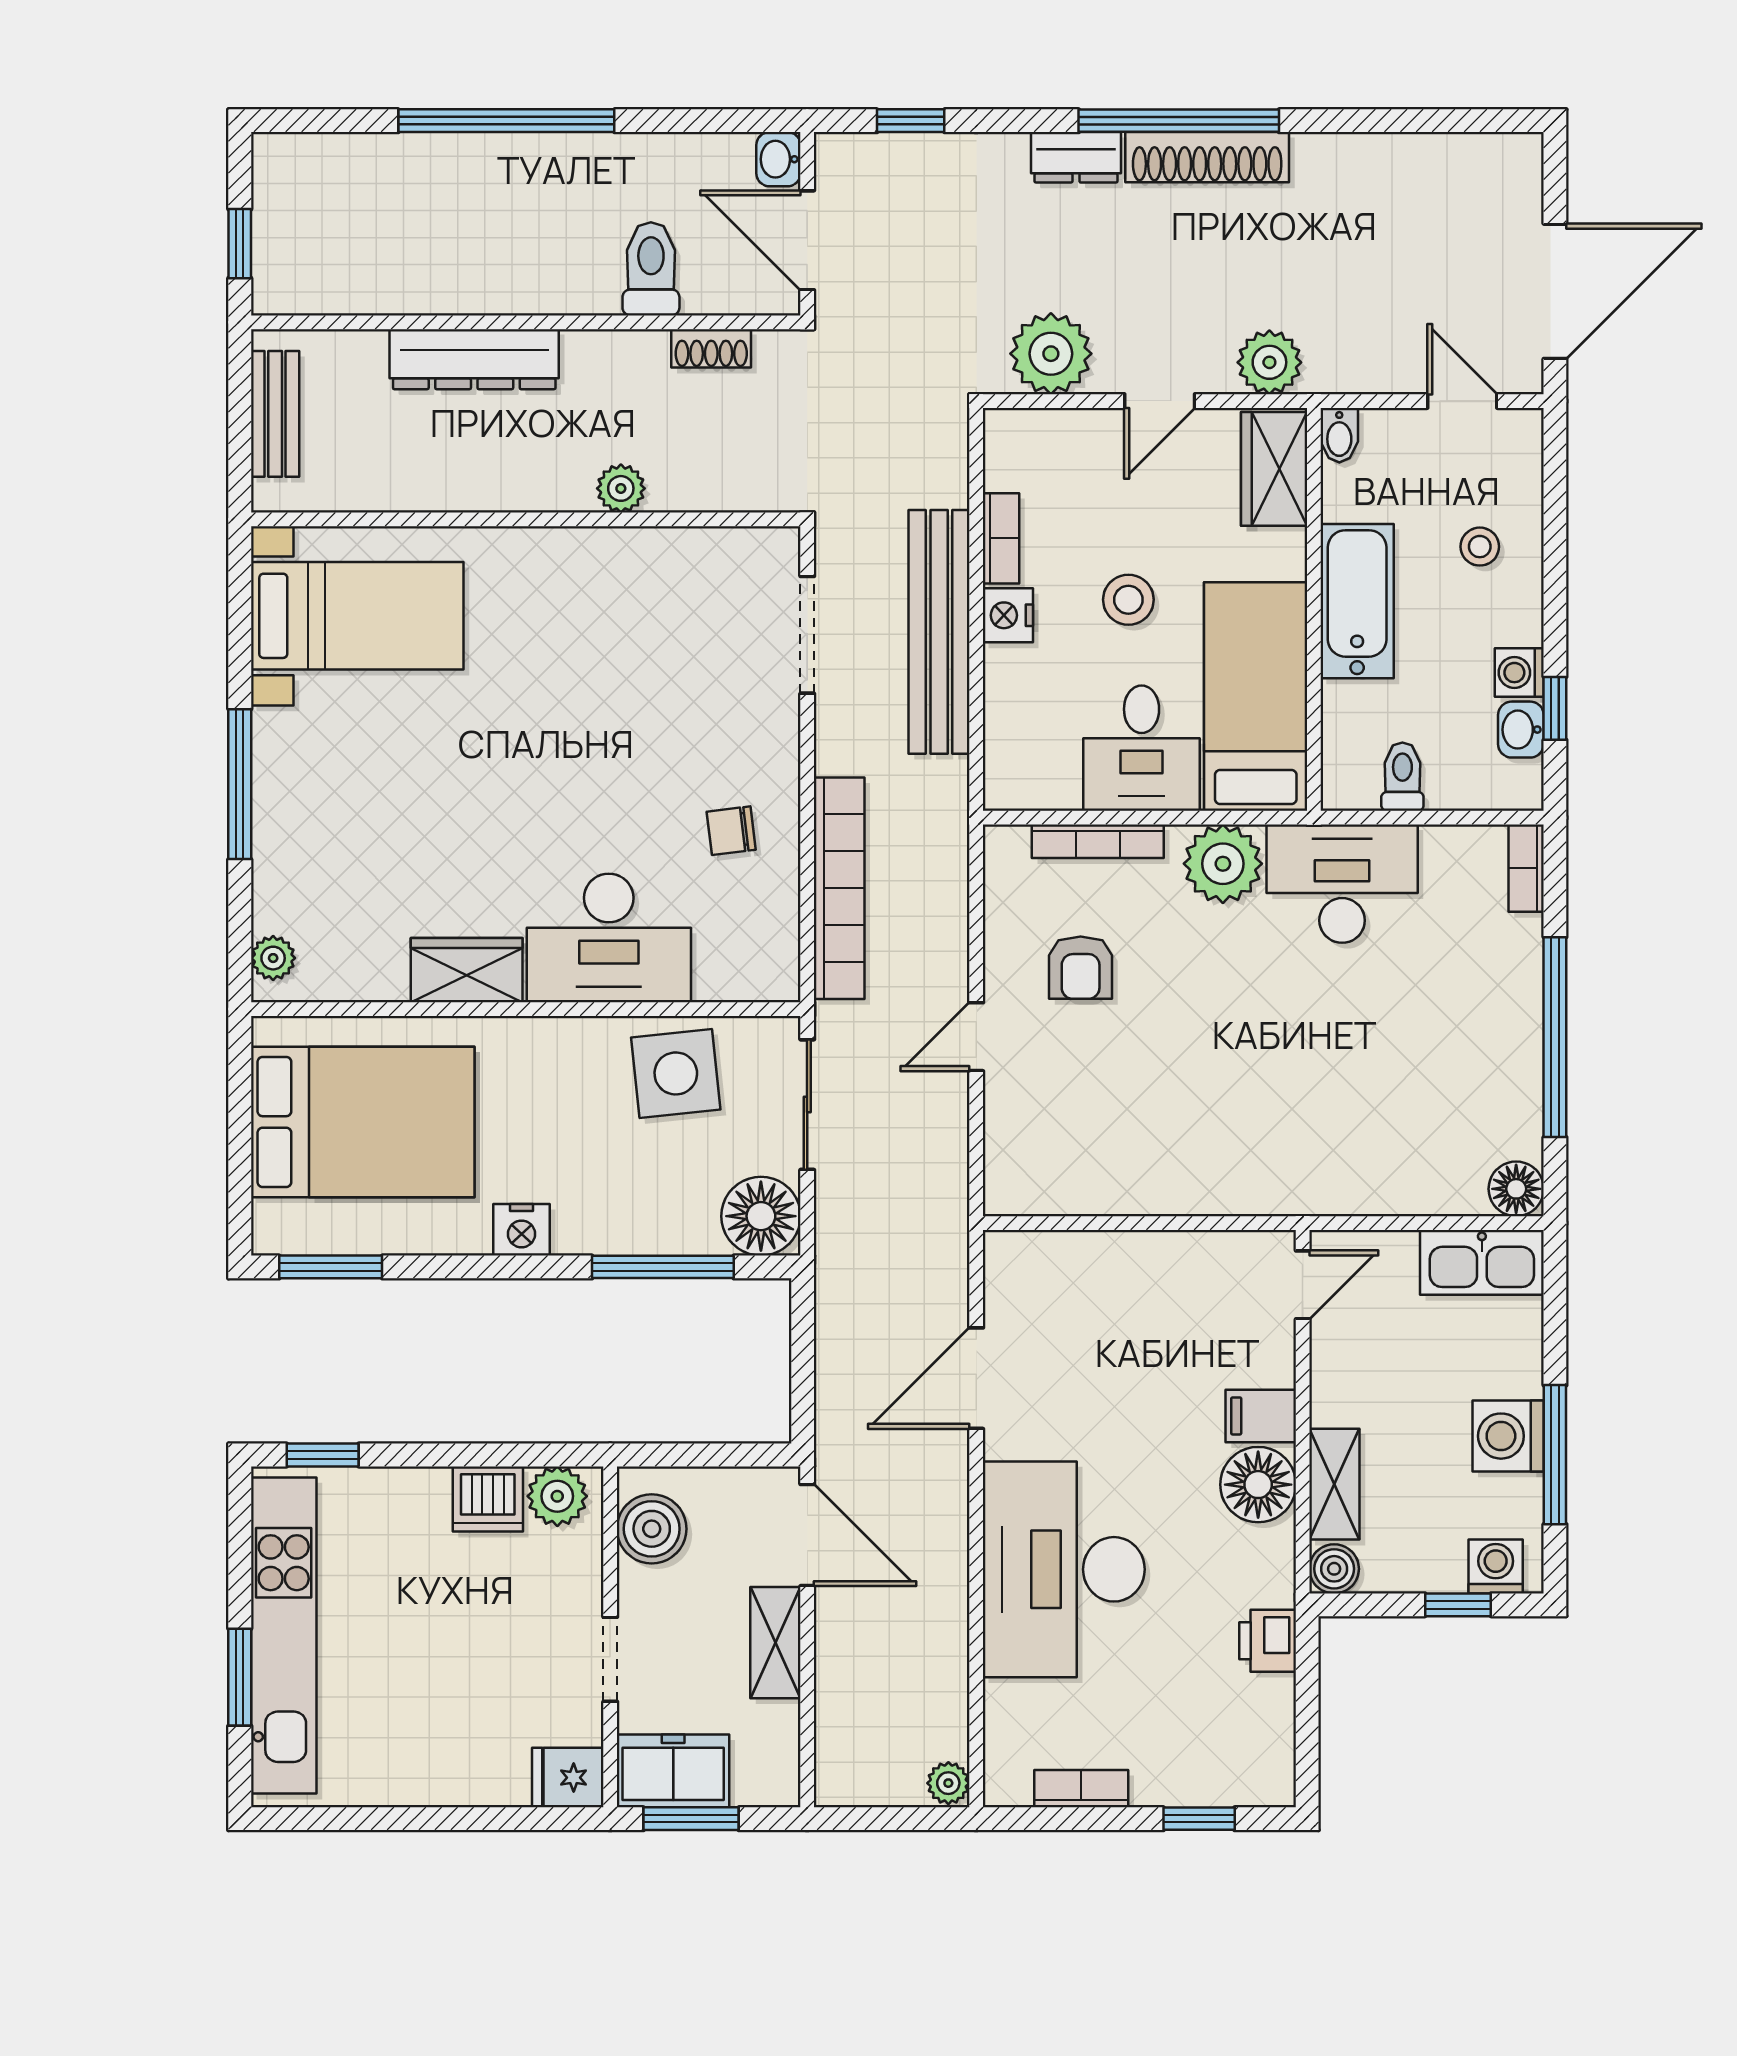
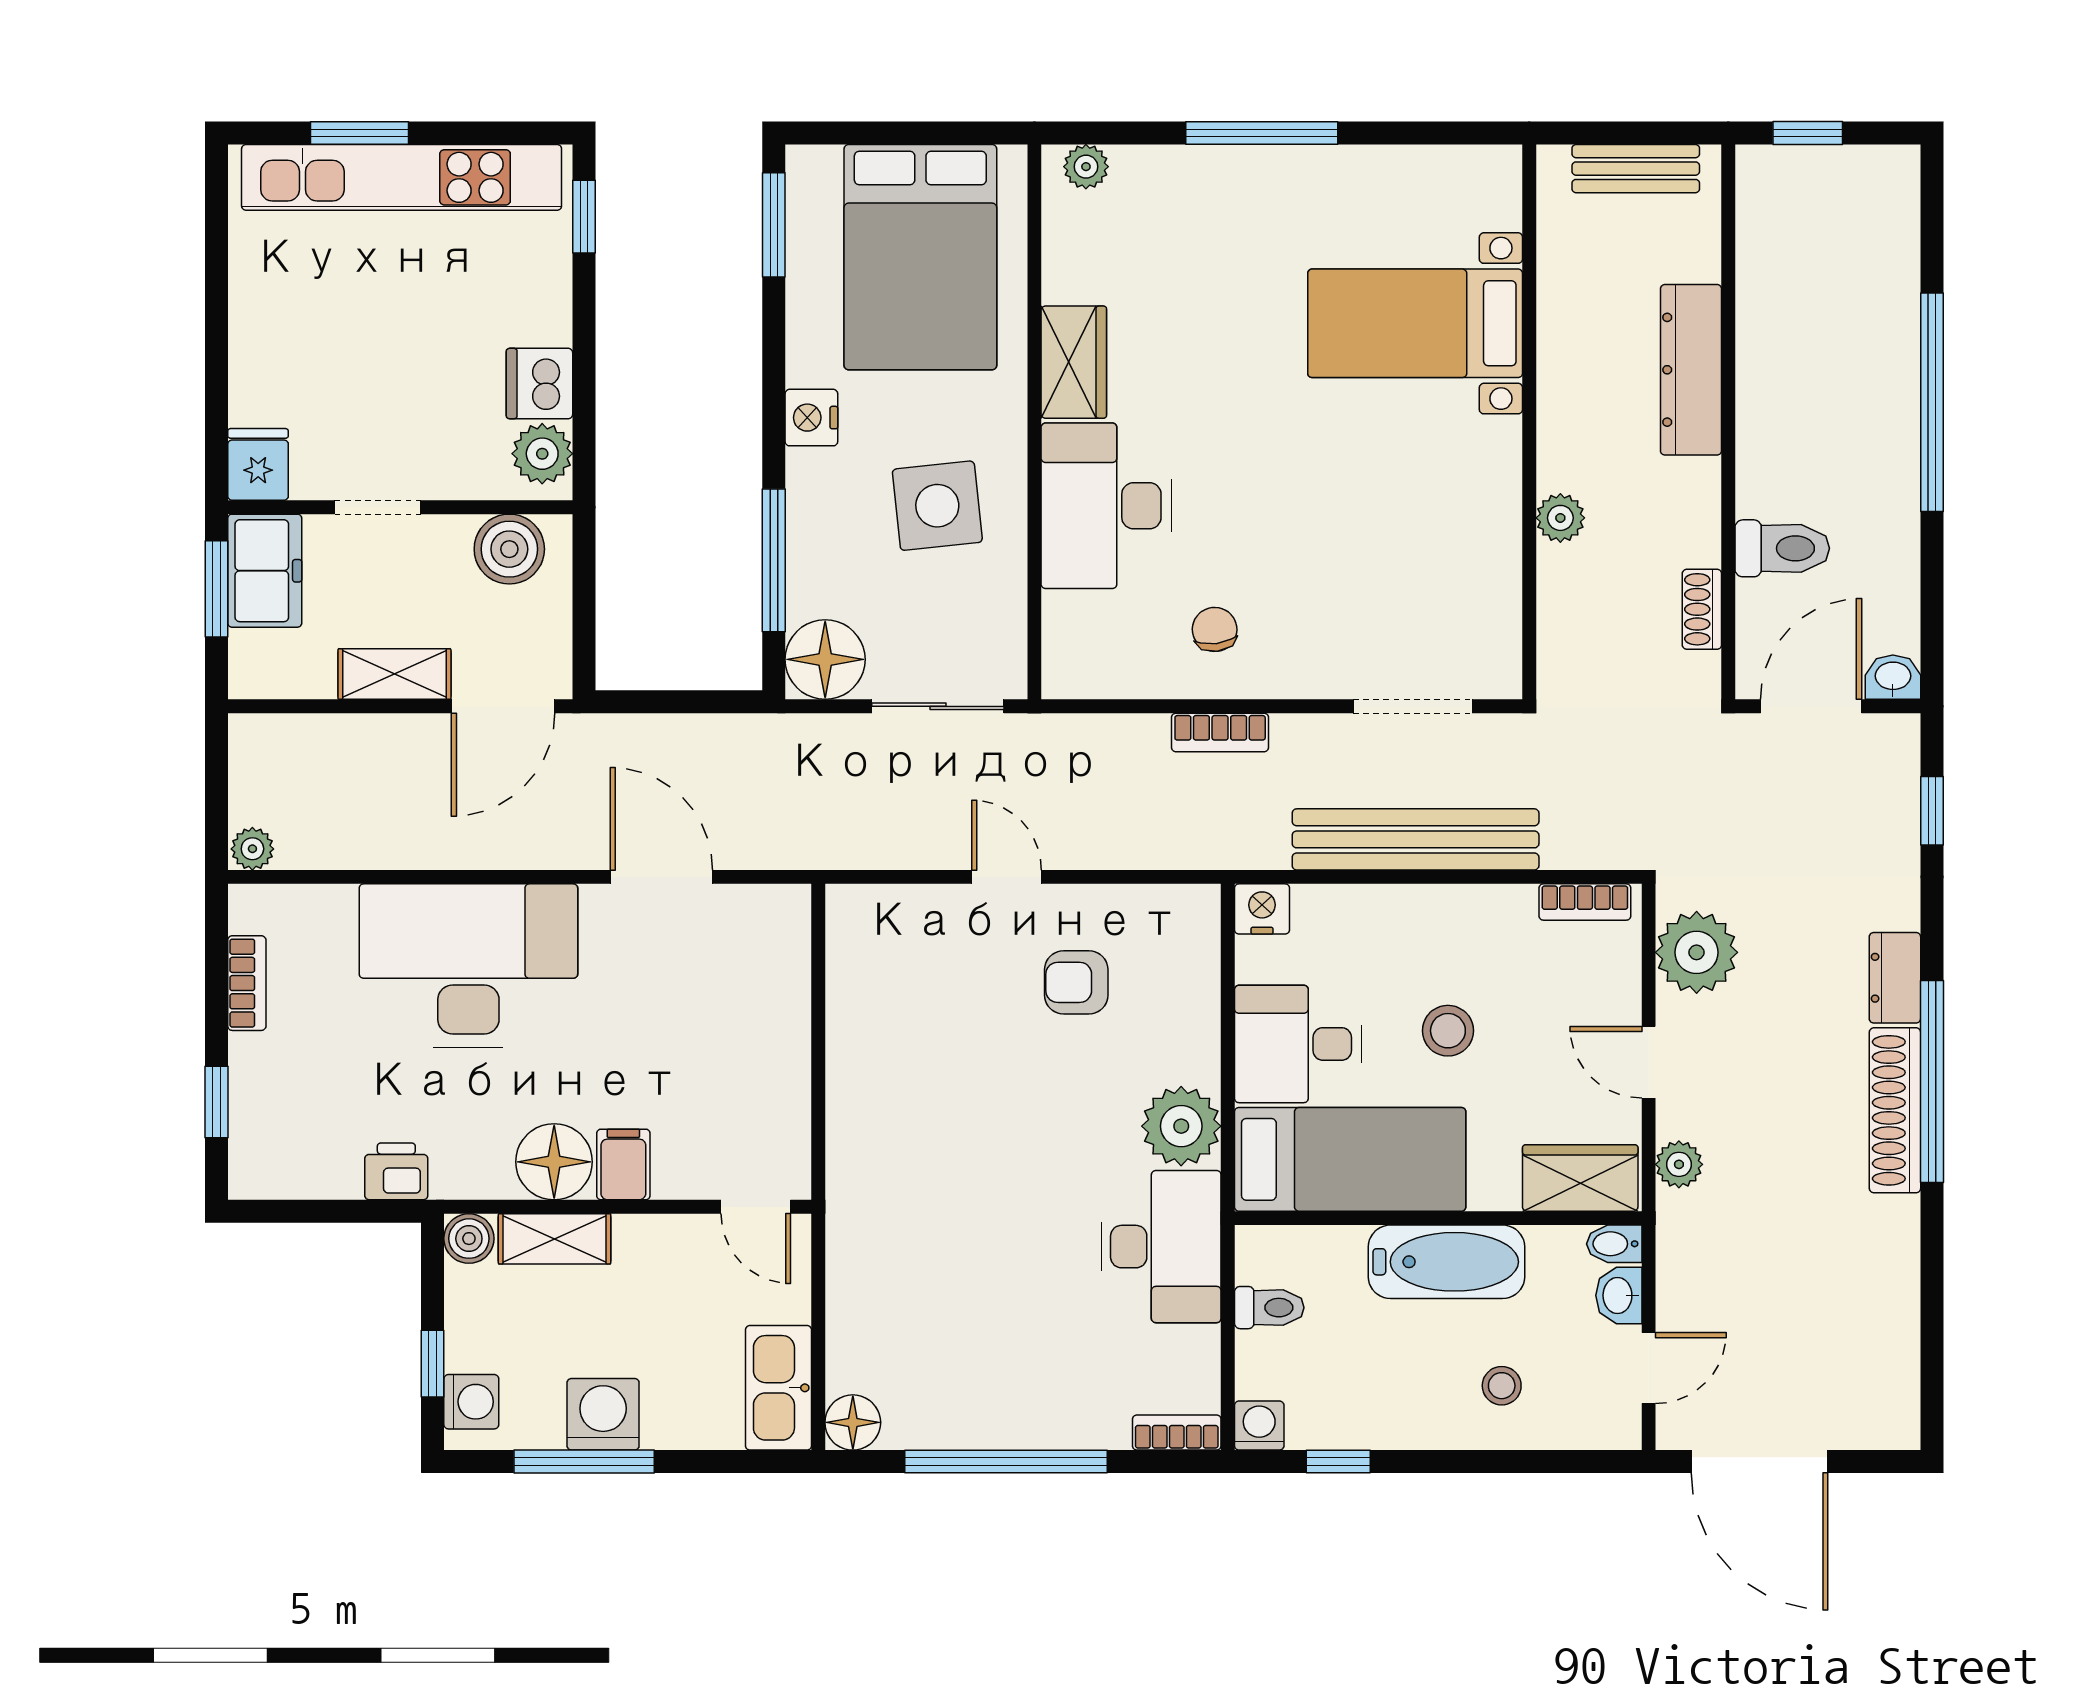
plant: (1269, 362) -> (1679, 1164), width x0.73, depth x0.73
bookcase: (1001, 538) -> (1585, 902), moved
nightstand: (1008, 615) -> (1262, 909), moved
bed with nightstands: (357, 616) -> (1415, 323), moved, turned 90
washing machine: (1519, 673) -> (1259, 1426), moved
washbasin: (1521, 730) -> (1619, 1295), moved, turned -90
bookcase: (1098, 841) -> (1204, 1000), removed
bookcase: (839, 888) -> (1220, 732), width x0.43, depth x0.76
side table: (676, 1073) -> (937, 506), moved

